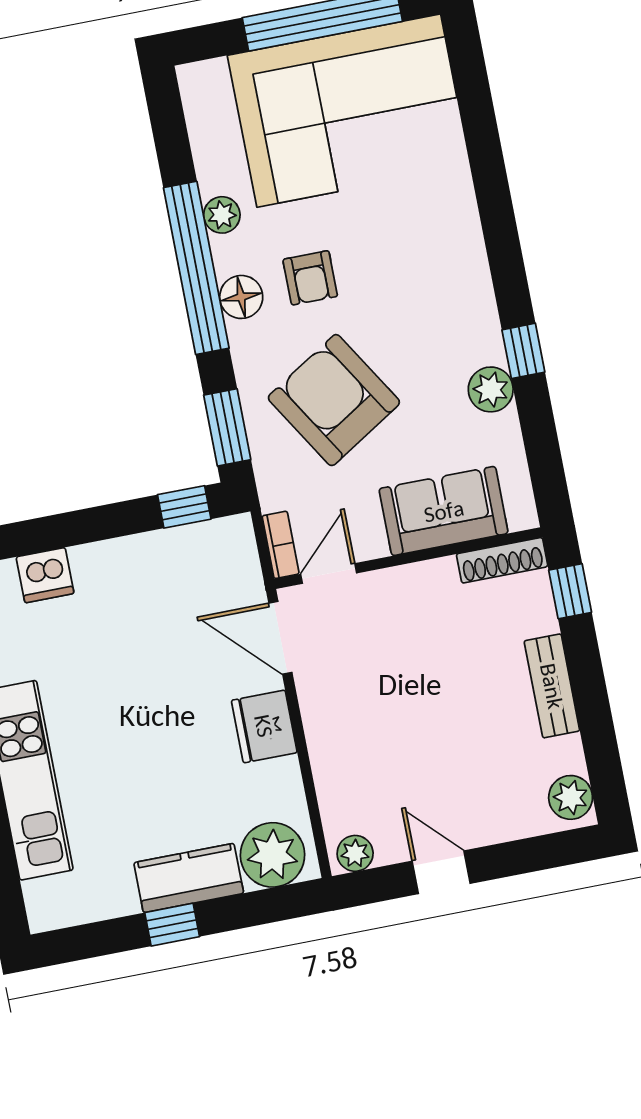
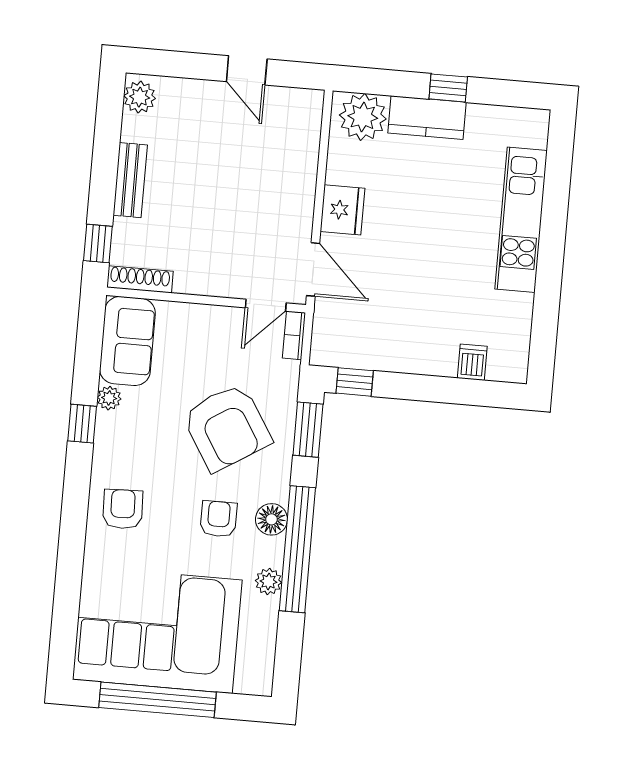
armchair: (439, 255) -> (123, 509), added
plant: (491, 389) -> (109, 398), width x0.73, depth x0.73
sofa: (444, 511) -> (127, 341), moved, turned -90
dishwasher: (45, 575) -> (472, 362), width x0.73
plant: (355, 853) -> (304, 101), removed

